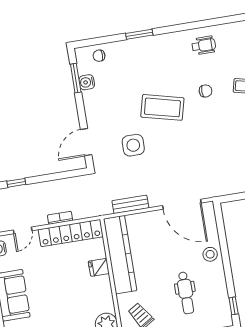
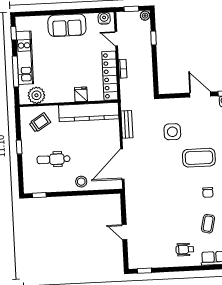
coffee table: (162, 107) -> (199, 158), turned 76
door: (86, 142) -> (200, 95), moved

